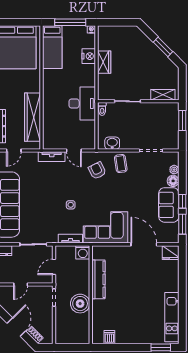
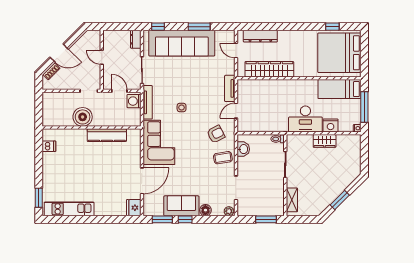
desk: (82, 103) -> (305, 119), moved
plant: (174, 170) -> (229, 211), moved
tv unit: (70, 239) -> (148, 102), width x1.41
washing machine: (83, 252) -> (134, 101), moved

